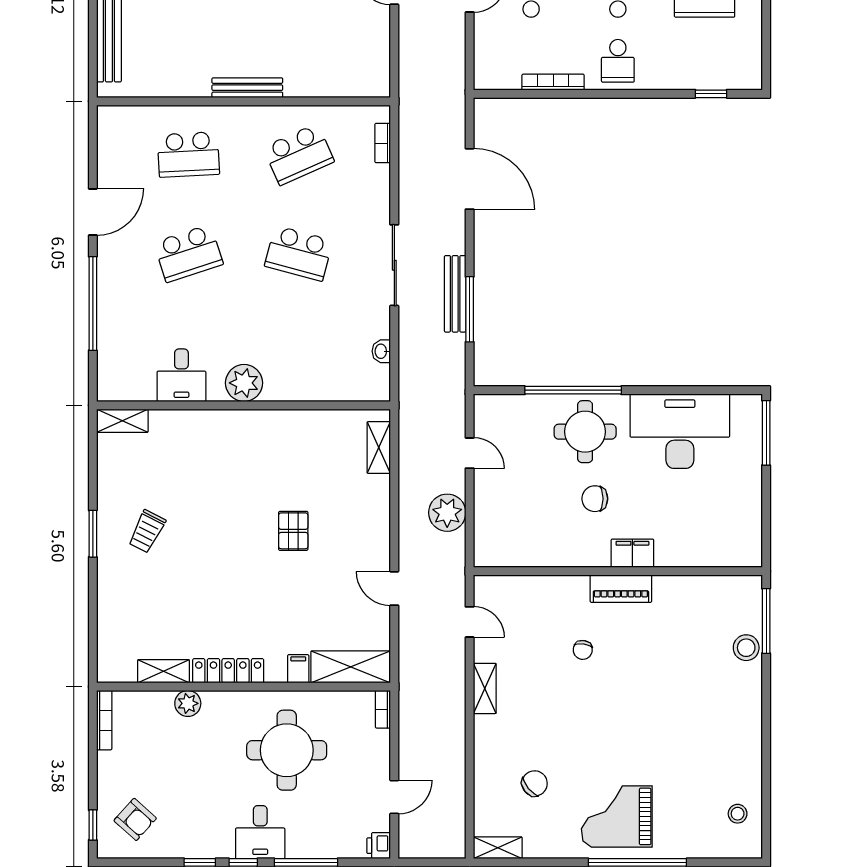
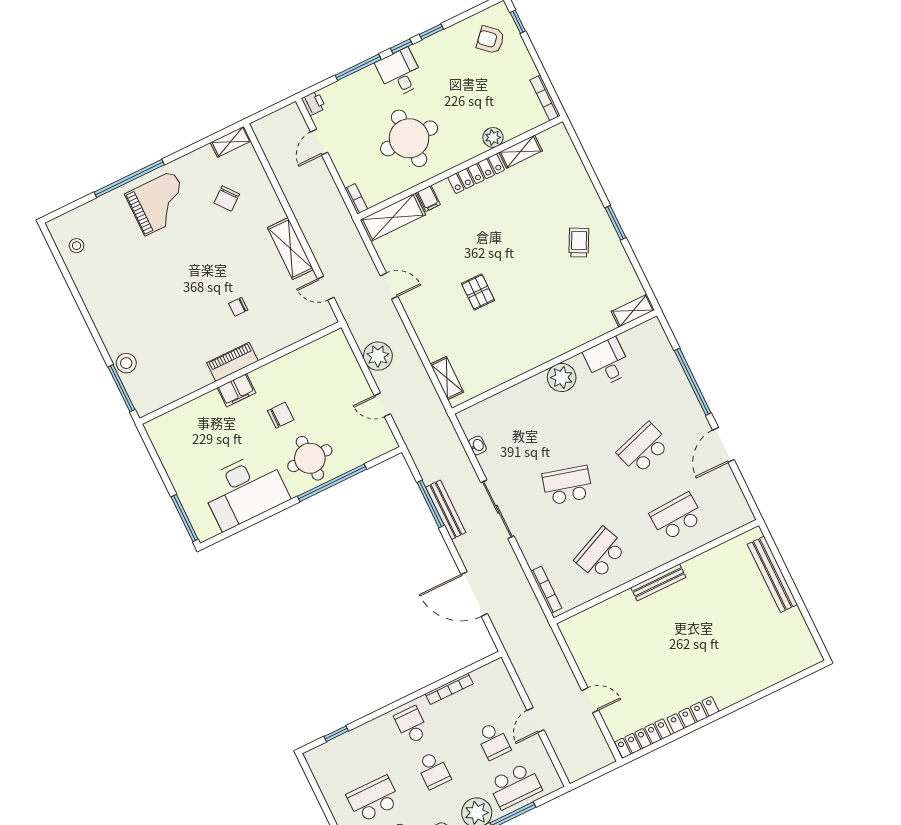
bookcase: (383, 143) -> (546, 590), width x1.56
chair: (583, 650) -> (238, 307), turned -98
shelving: (485, 688) -> (290, 249), width x1.50, depth x1.33

